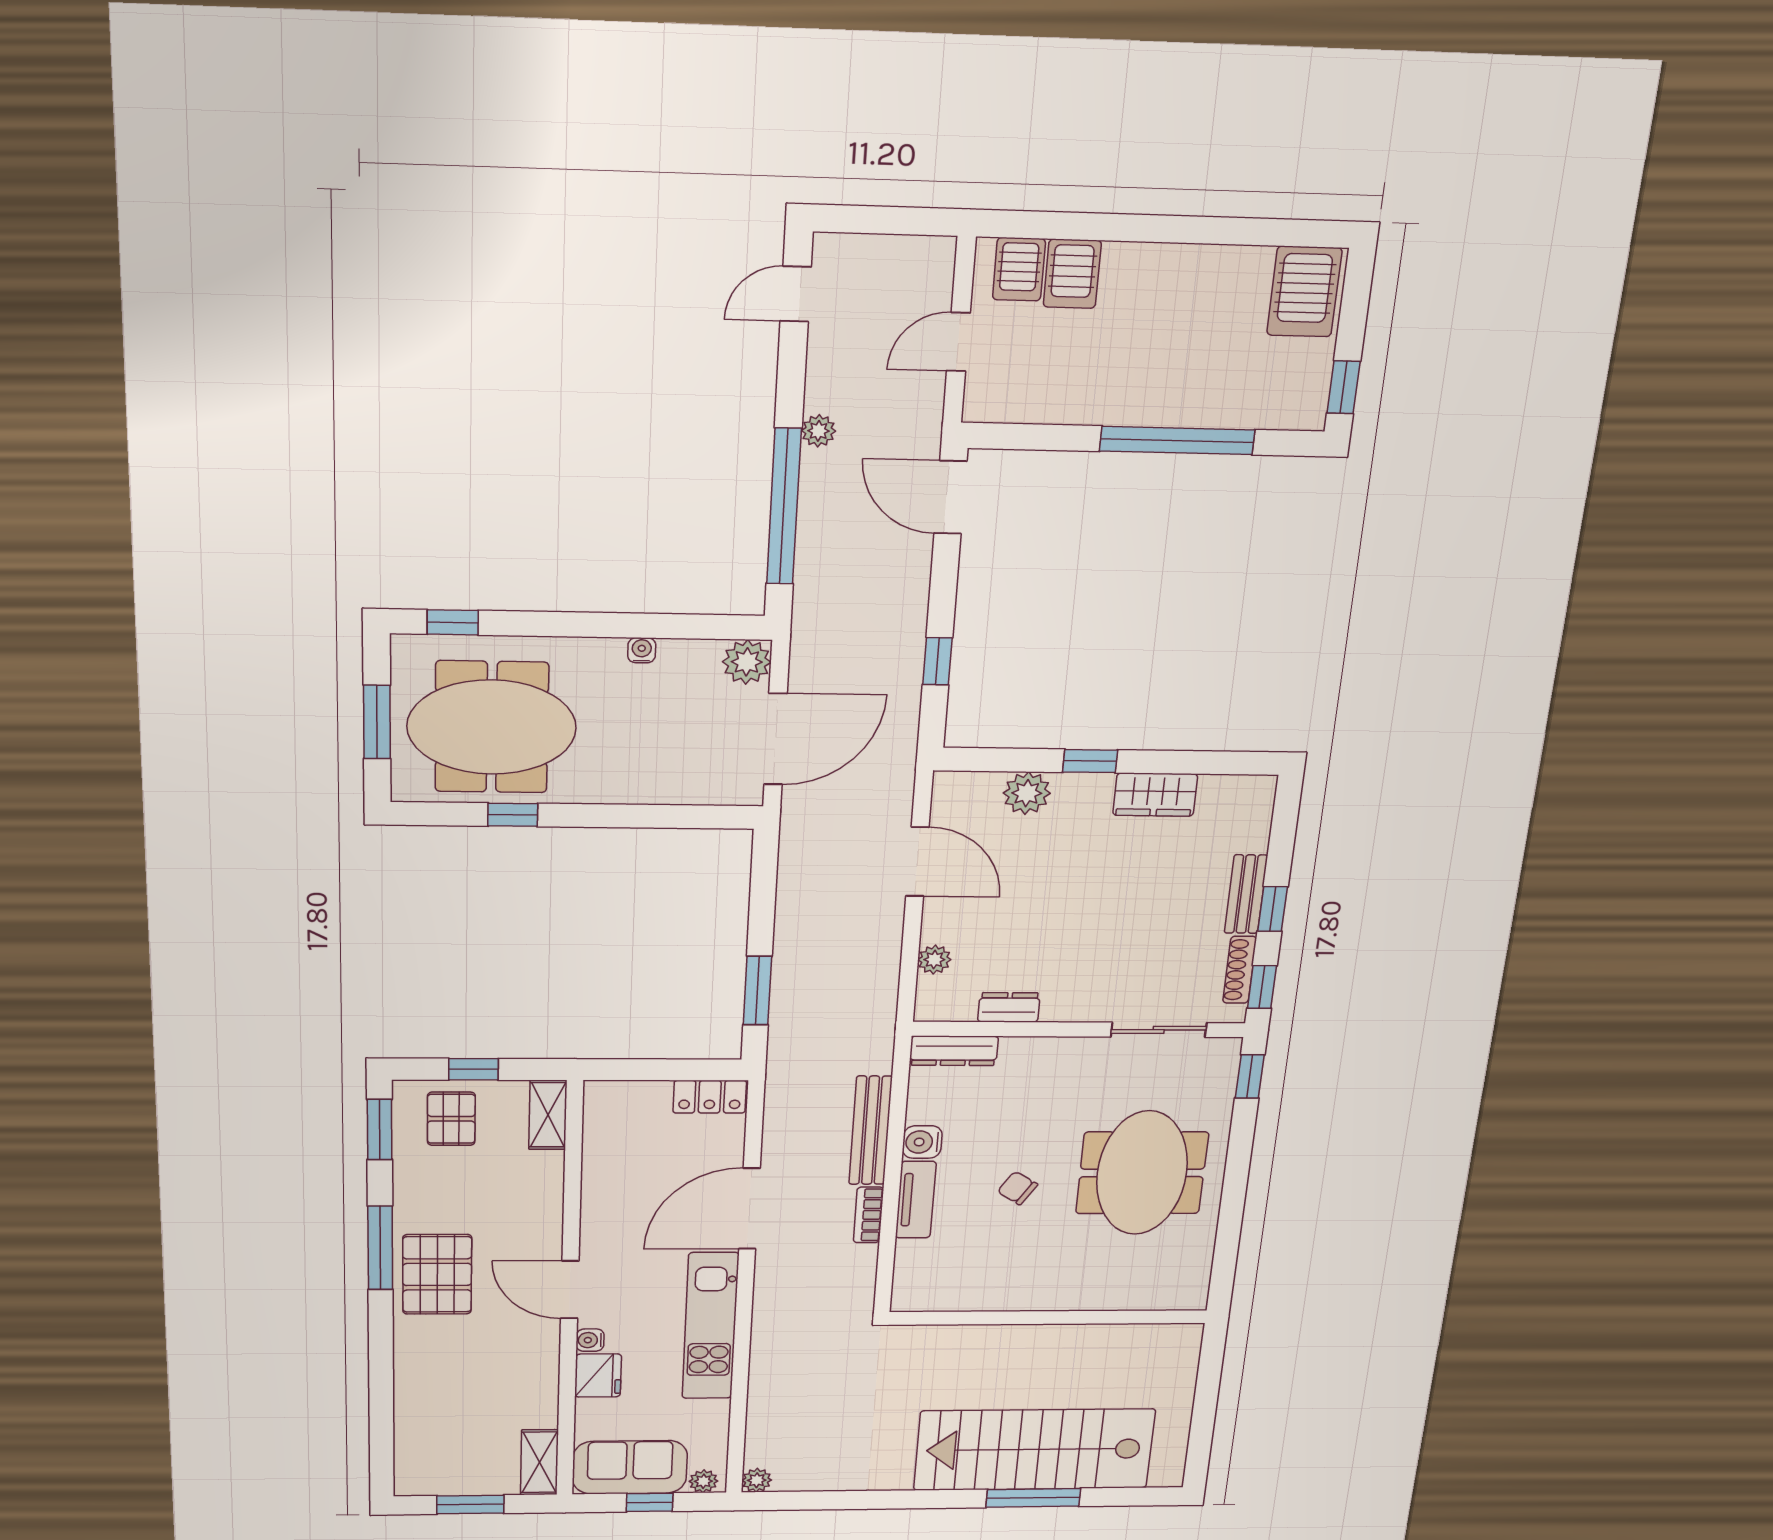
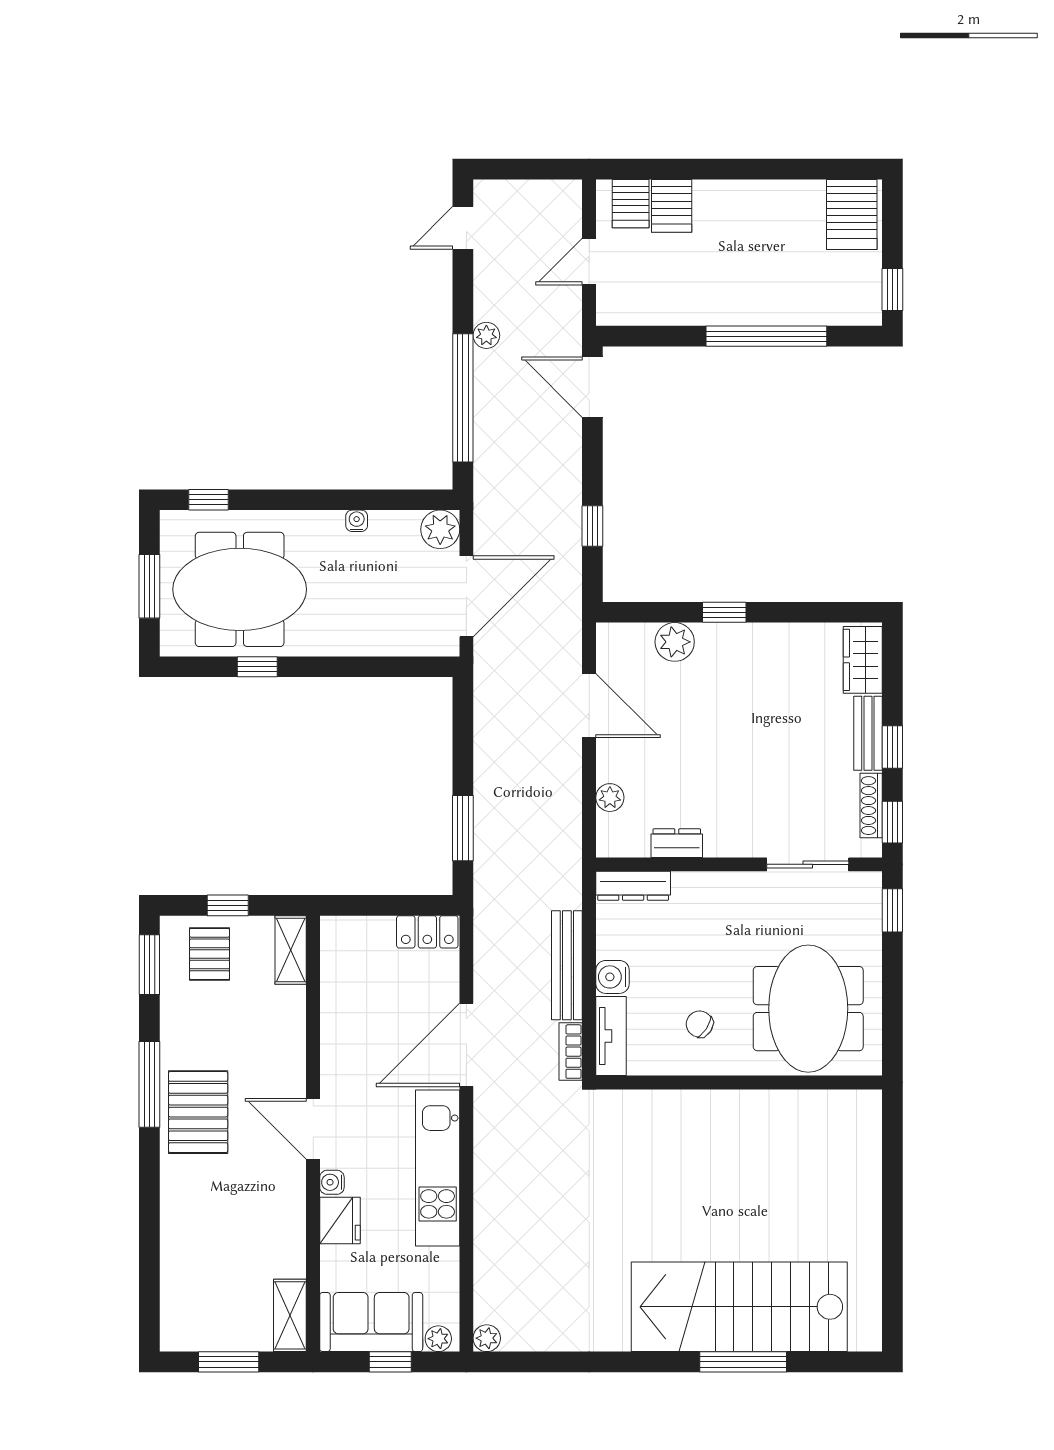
wardrobe: (1155, 795) -> (863, 660), moved, turned 90
wall: (1048, 1317) -> (739, 1083), moved

